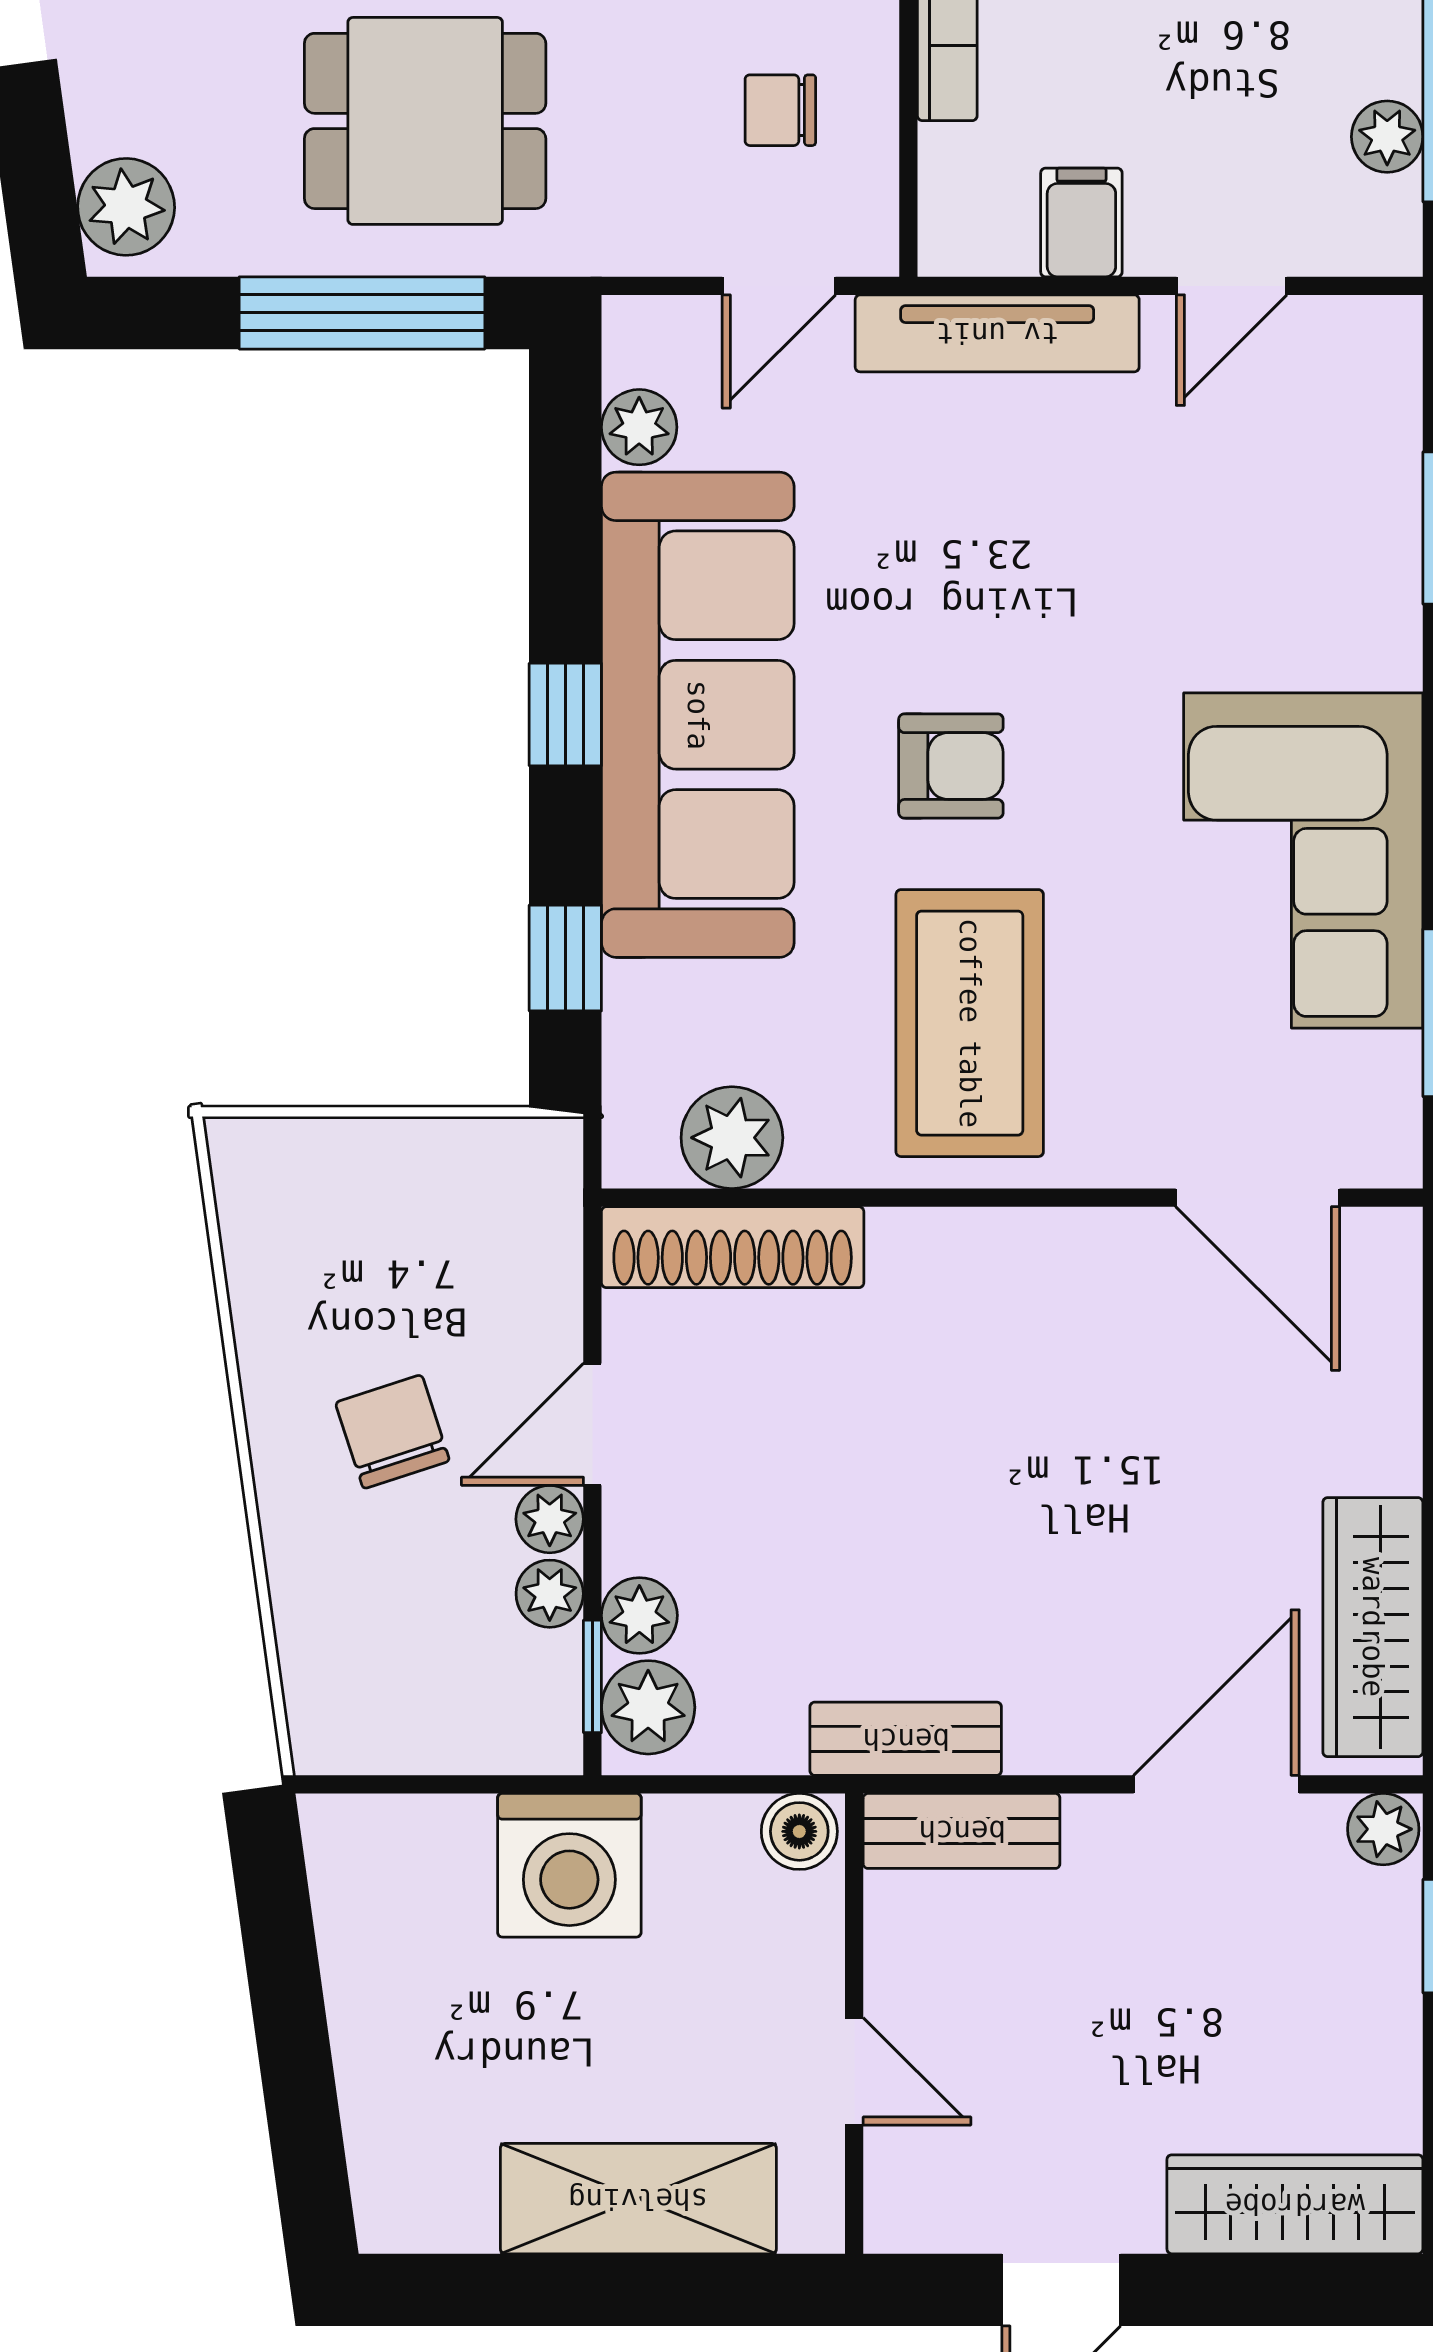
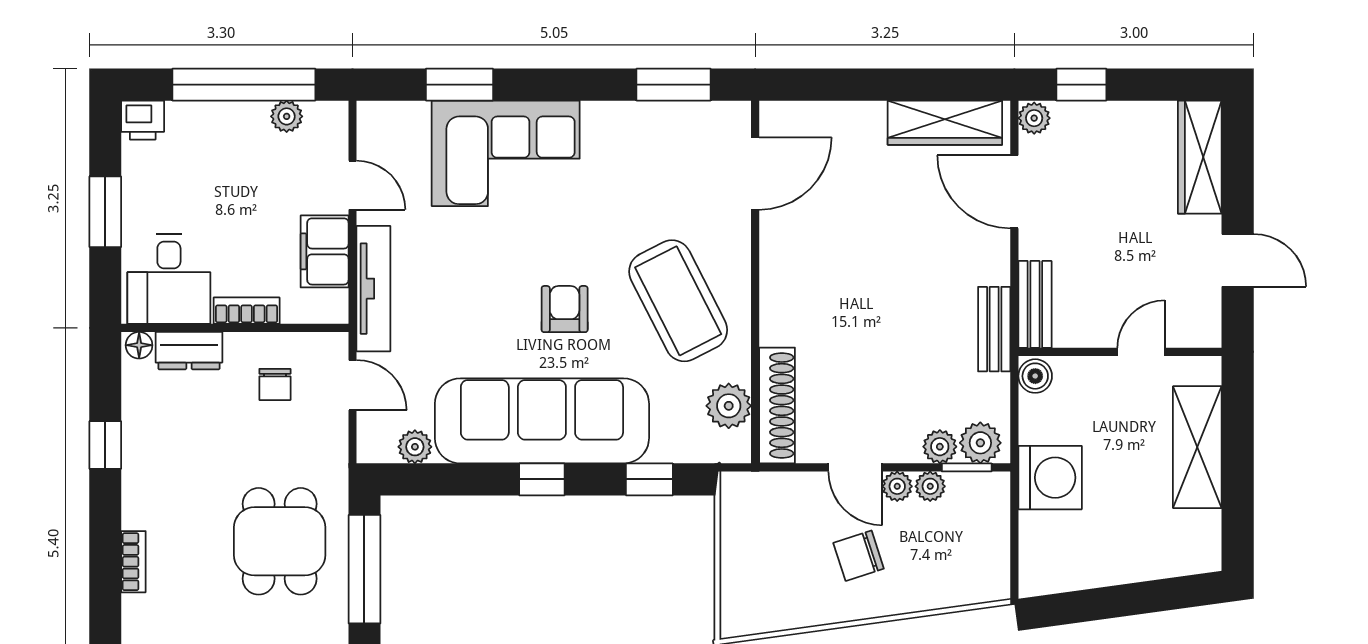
filing cabinet: (1081, 222) -> (325, 251), width x2.00
corner sofa: (1303, 860) -> (506, 153), moved
coffee table: (970, 1023) -> (678, 301), turned 63

